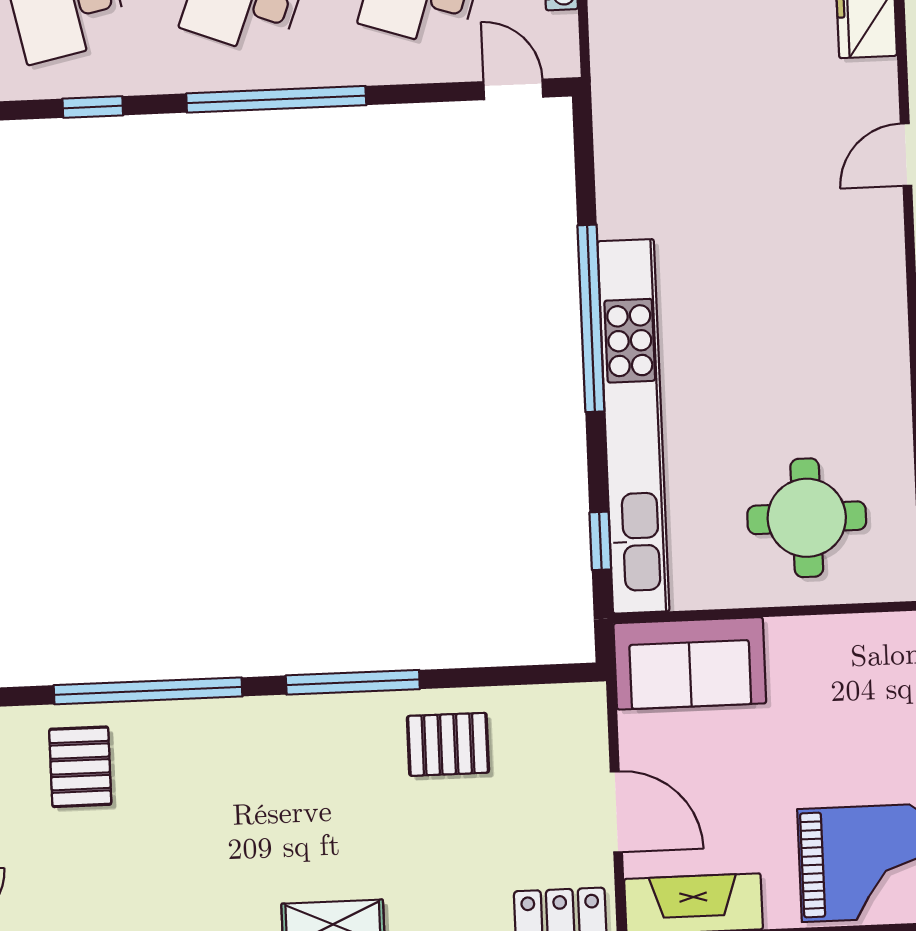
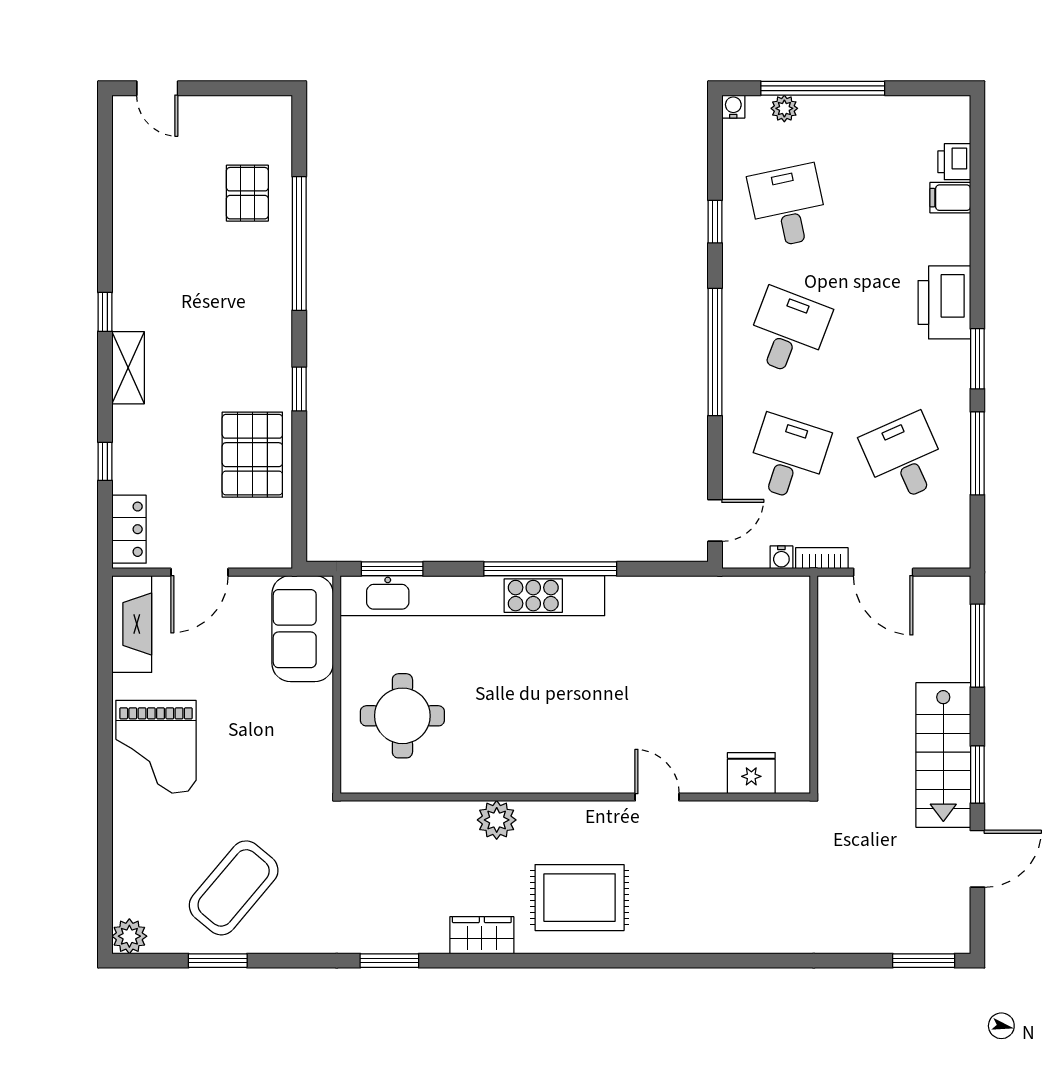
window: (600, 541) -> (392, 569), width x1.50
window: (353, 682) -> (299, 389), width x0.46
pallet: (448, 744) -> (252, 455), width x1.50, depth x1.42
pallet: (80, 767) -> (247, 193), turned 90

